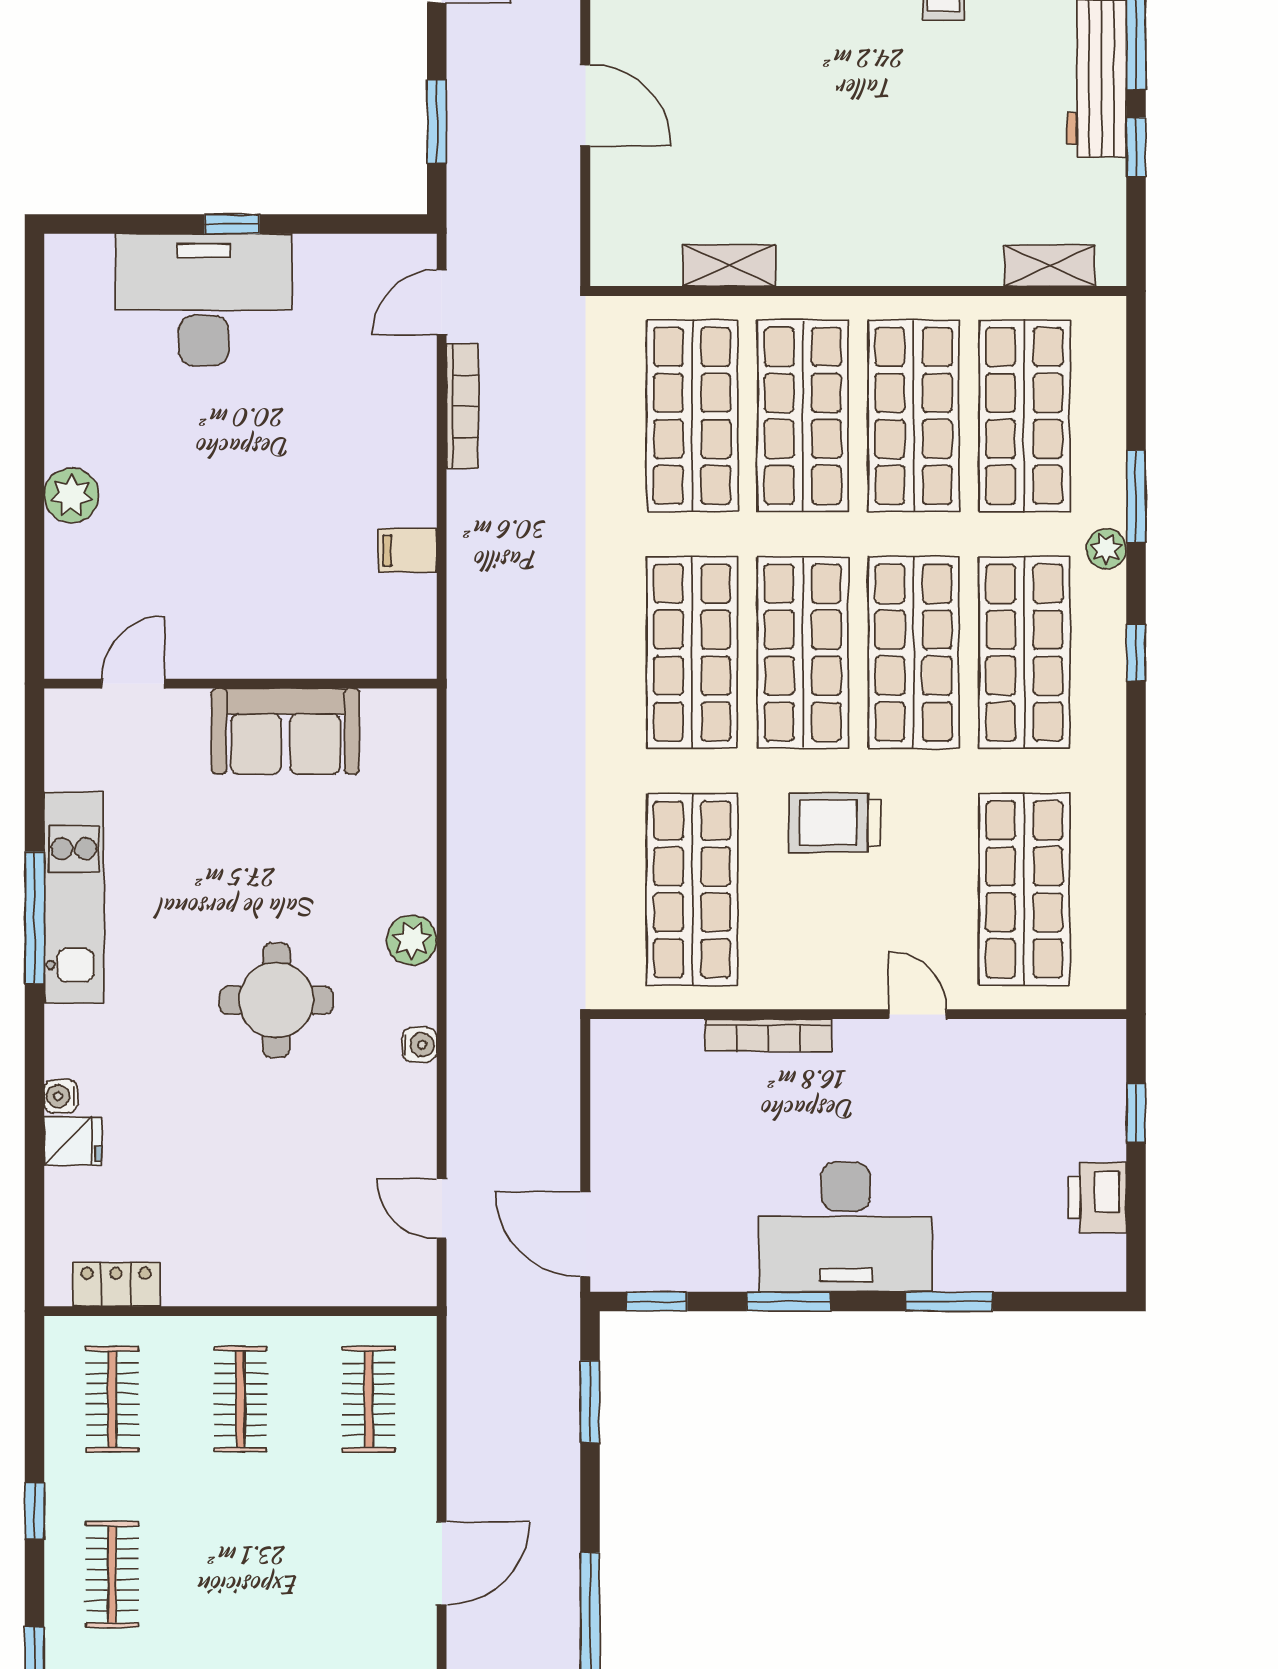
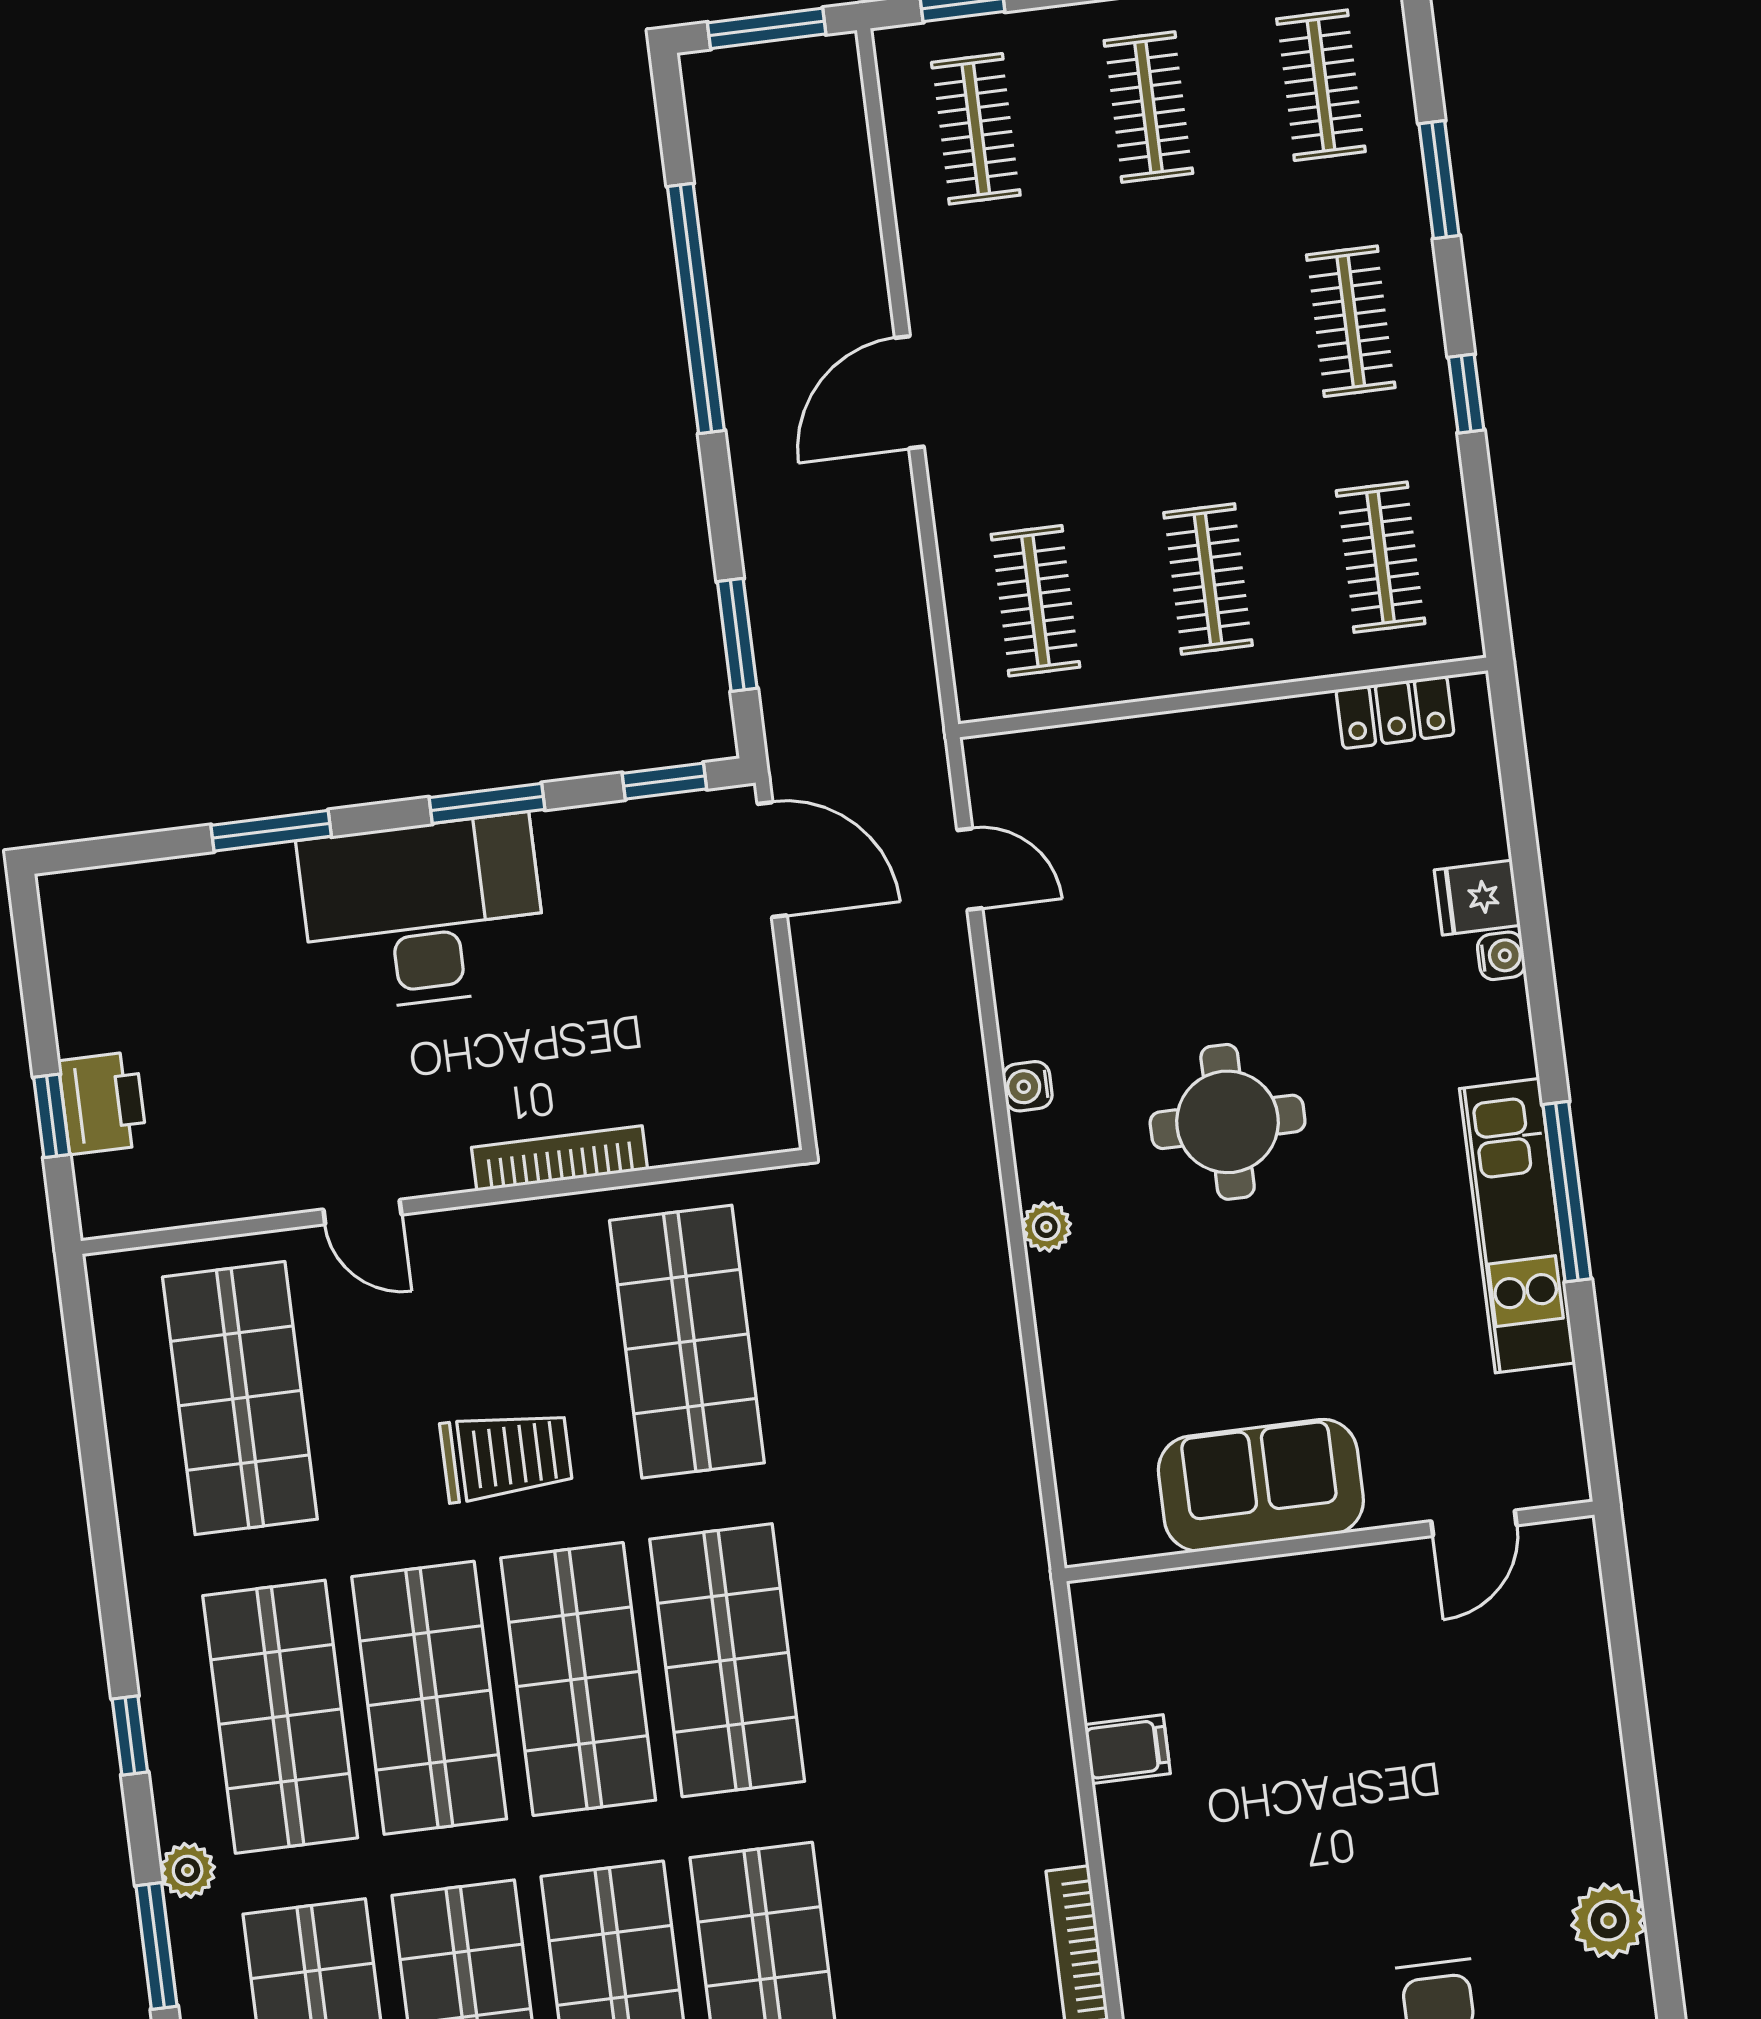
plant: (71, 495) -> (1608, 1921), moved
plant: (412, 940) -> (1046, 1227), width x0.73, depth x0.73
printer: (1097, 1198) -> (103, 1103), moved

